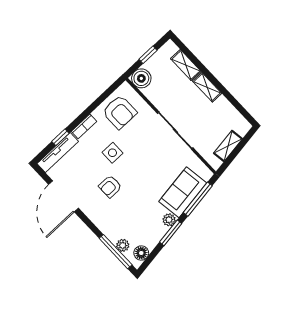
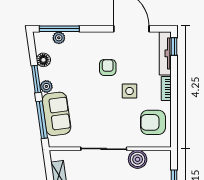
boiler: (141, 78) -> (138, 159), moved
window: (60, 137) -> (174, 47), moved
floor lamp: (141, 253) -> (43, 60), moved

